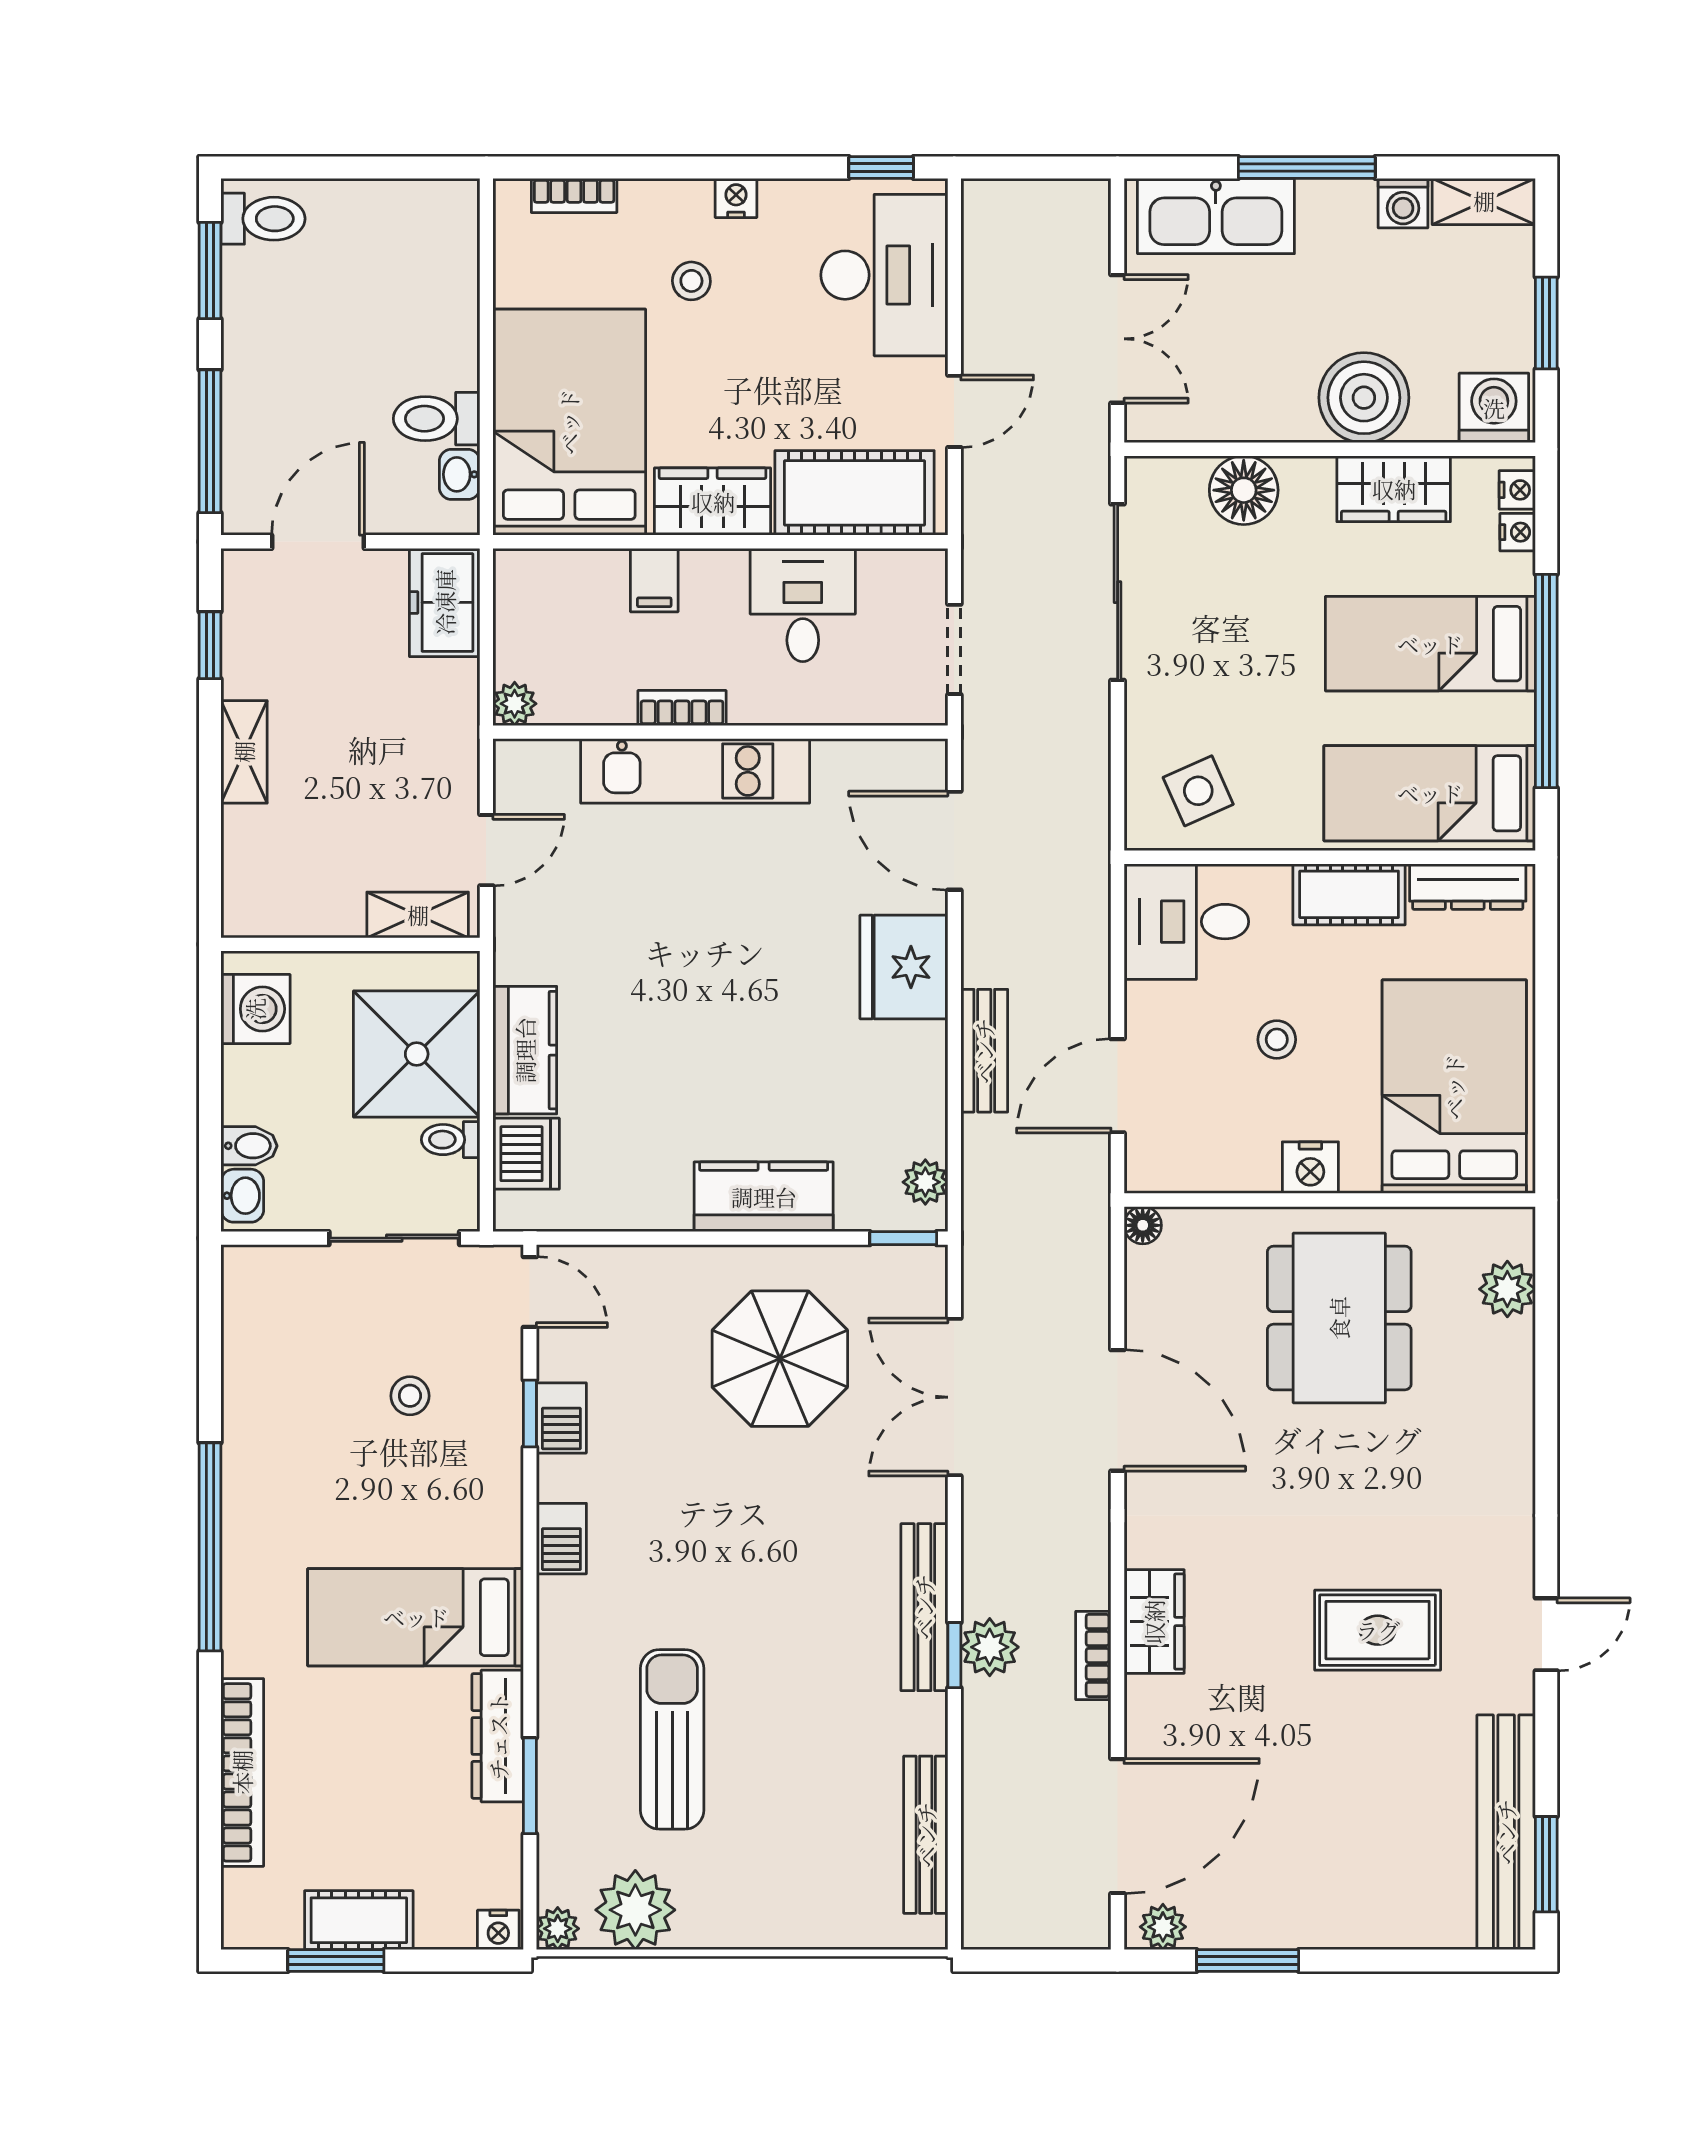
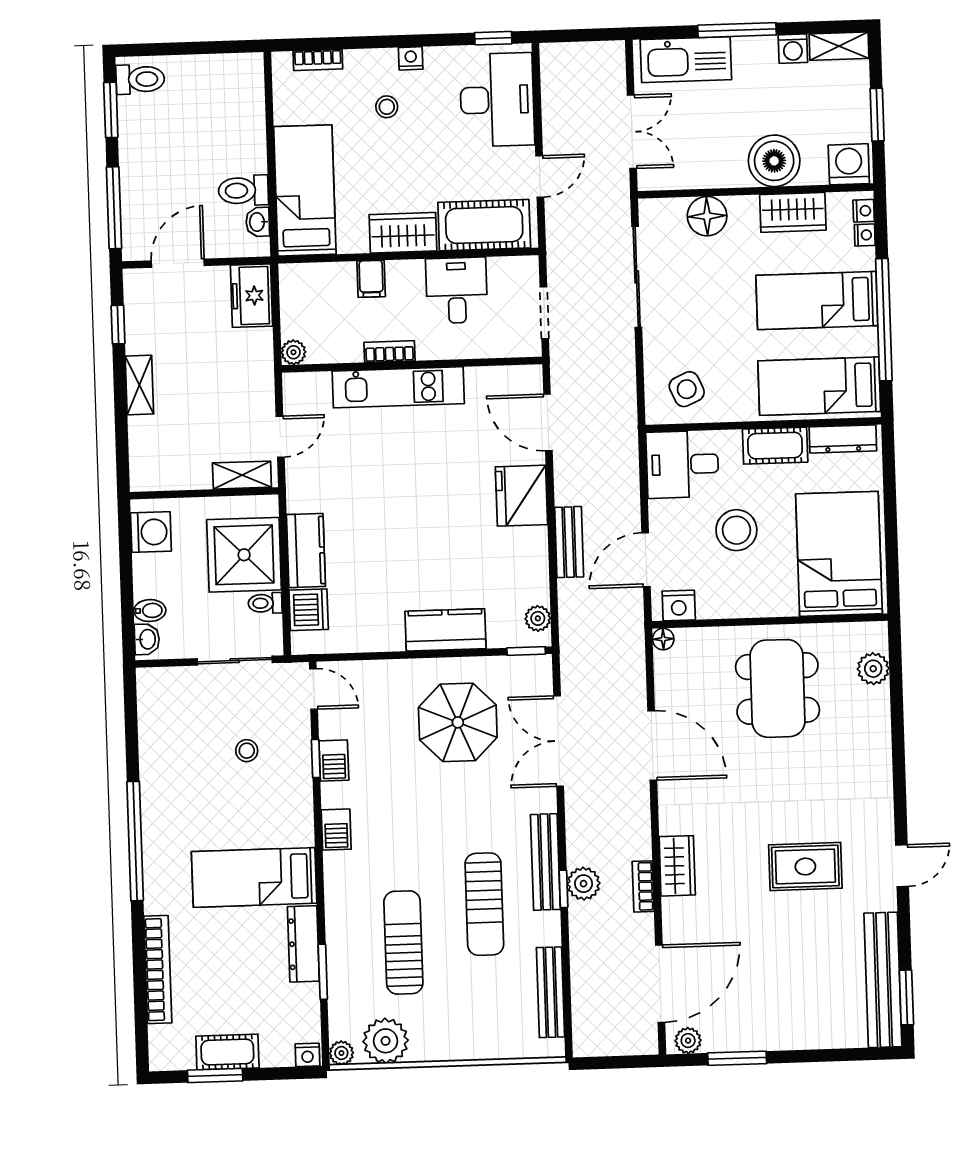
bed: (569, 422) -> (305, 190), width x0.67
stool: (1277, 1040) -> (736, 530), width x1.89, depth x1.89
nightstand: (1310, 1168) -> (679, 606), moved
sun lounger: (816, 1677) -> (484, 904), added

